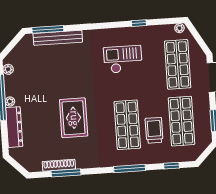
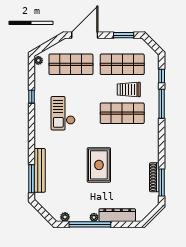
rug: (74, 118) -> (99, 165), moved, turned 90
window: (130, 169) -> (162, 104), moved
window: (66, 173) -> (162, 182), moved

